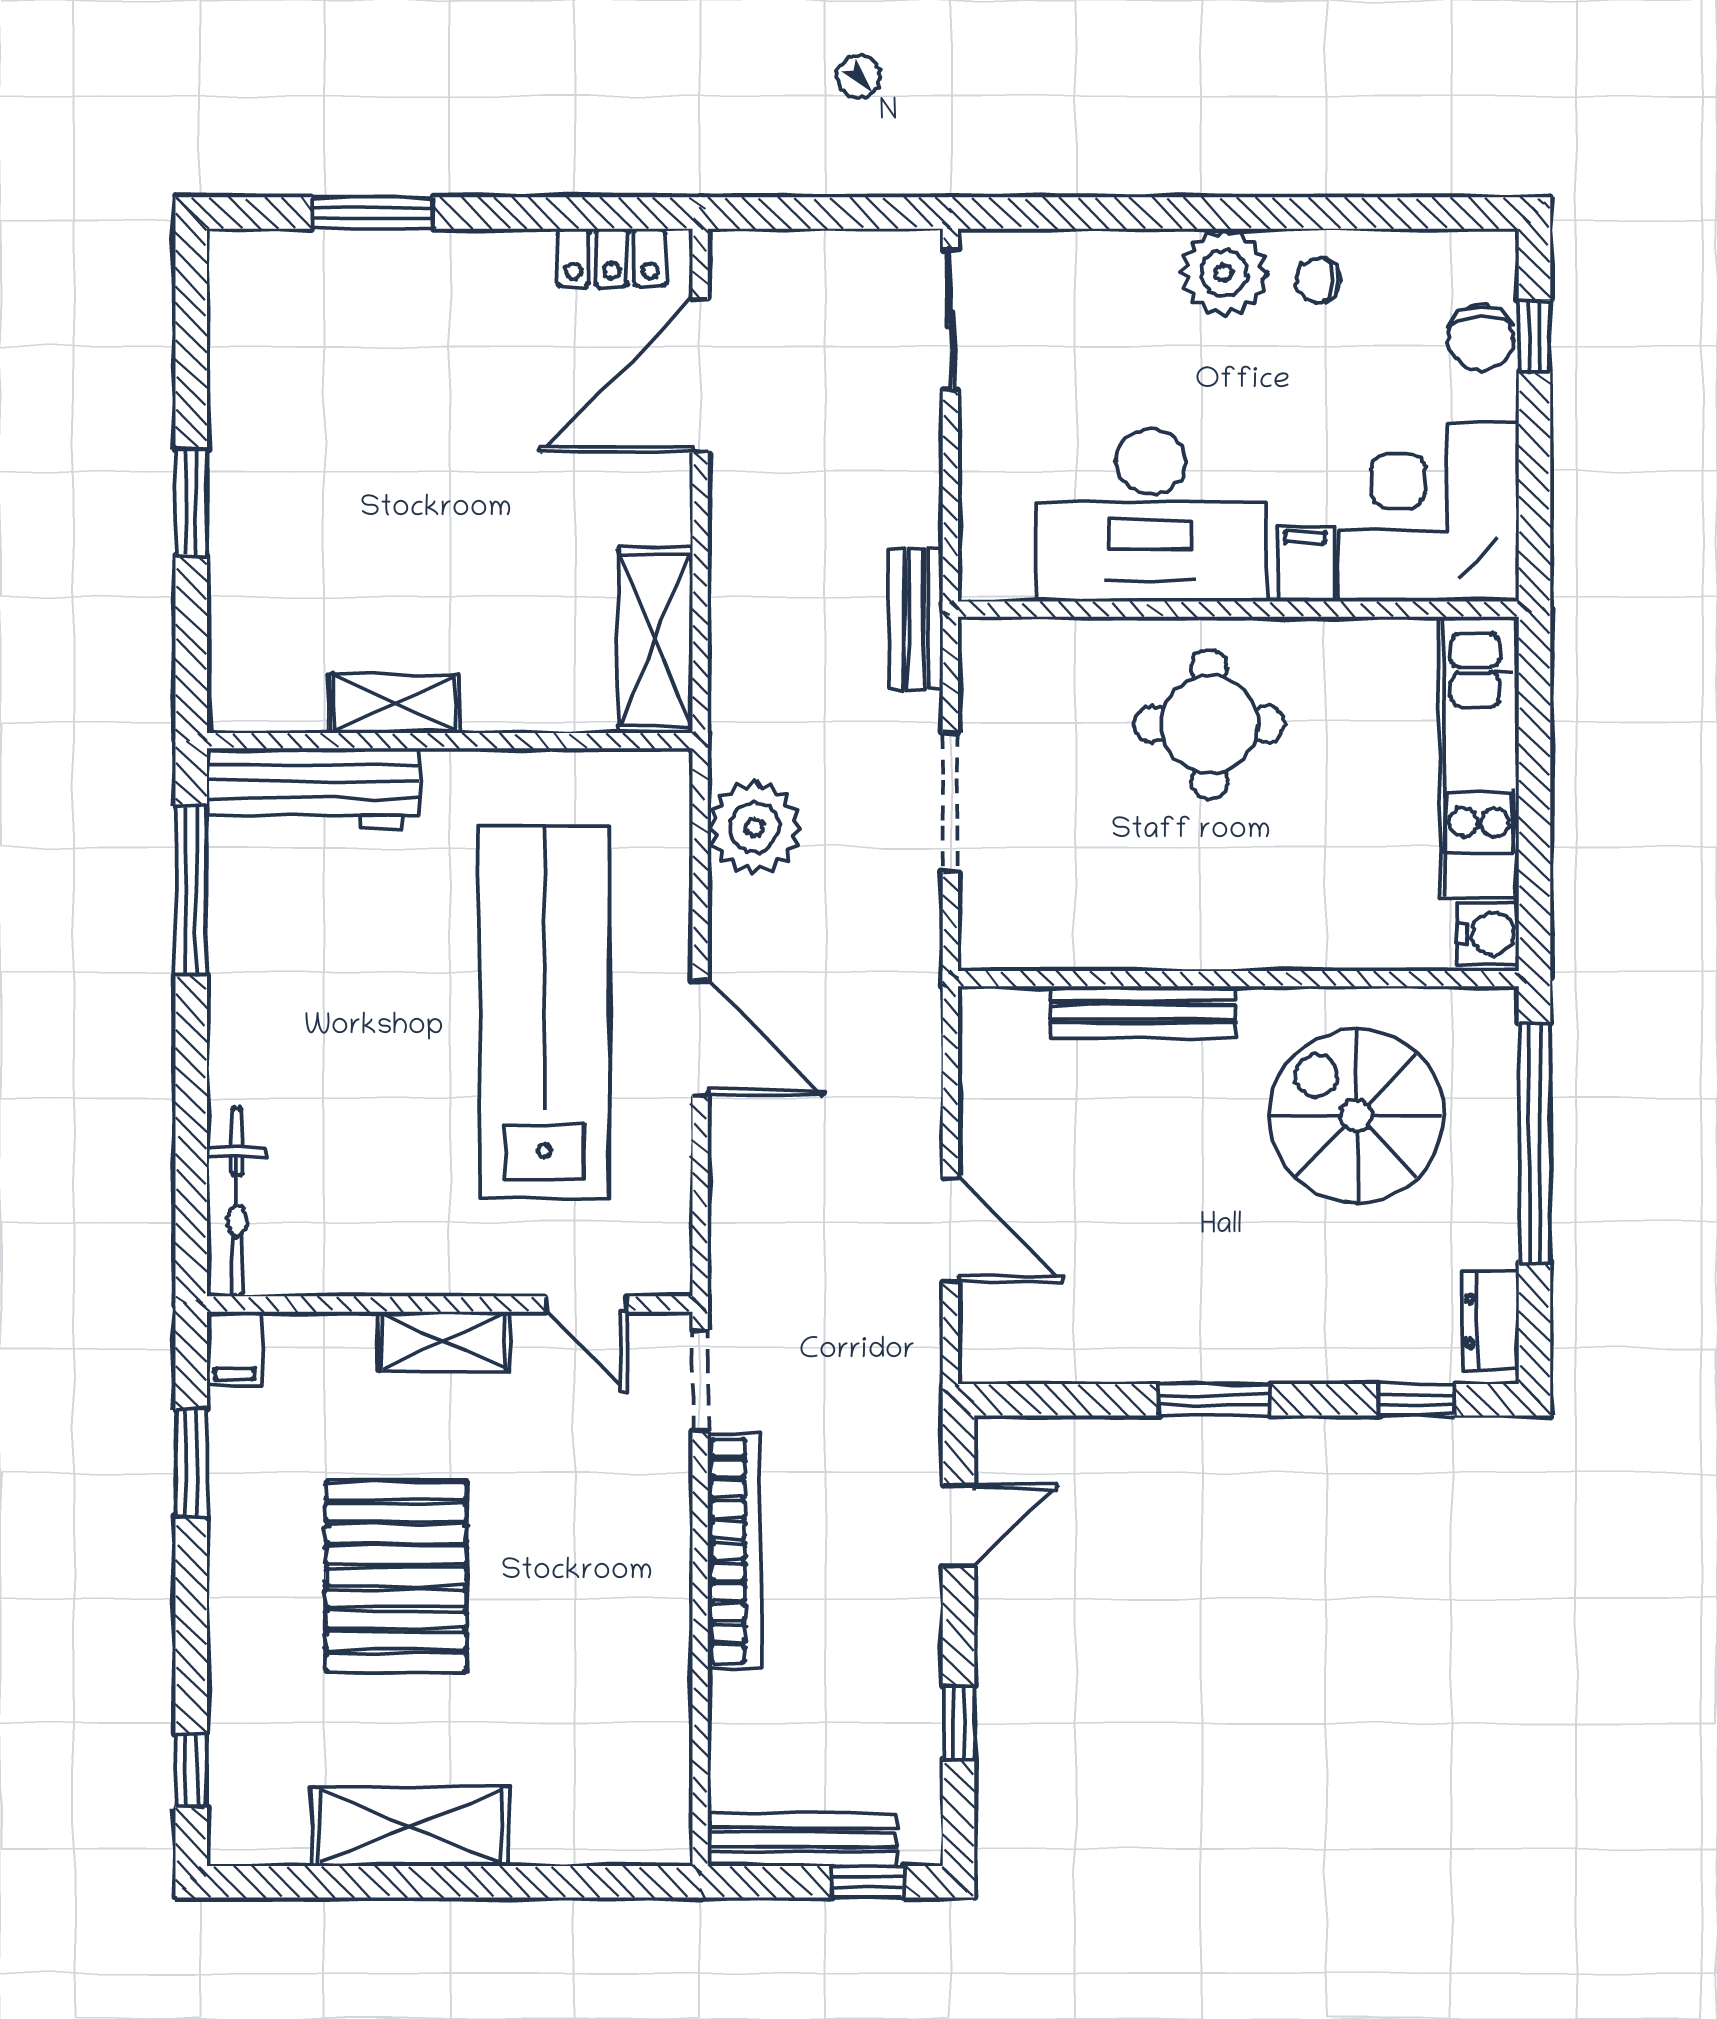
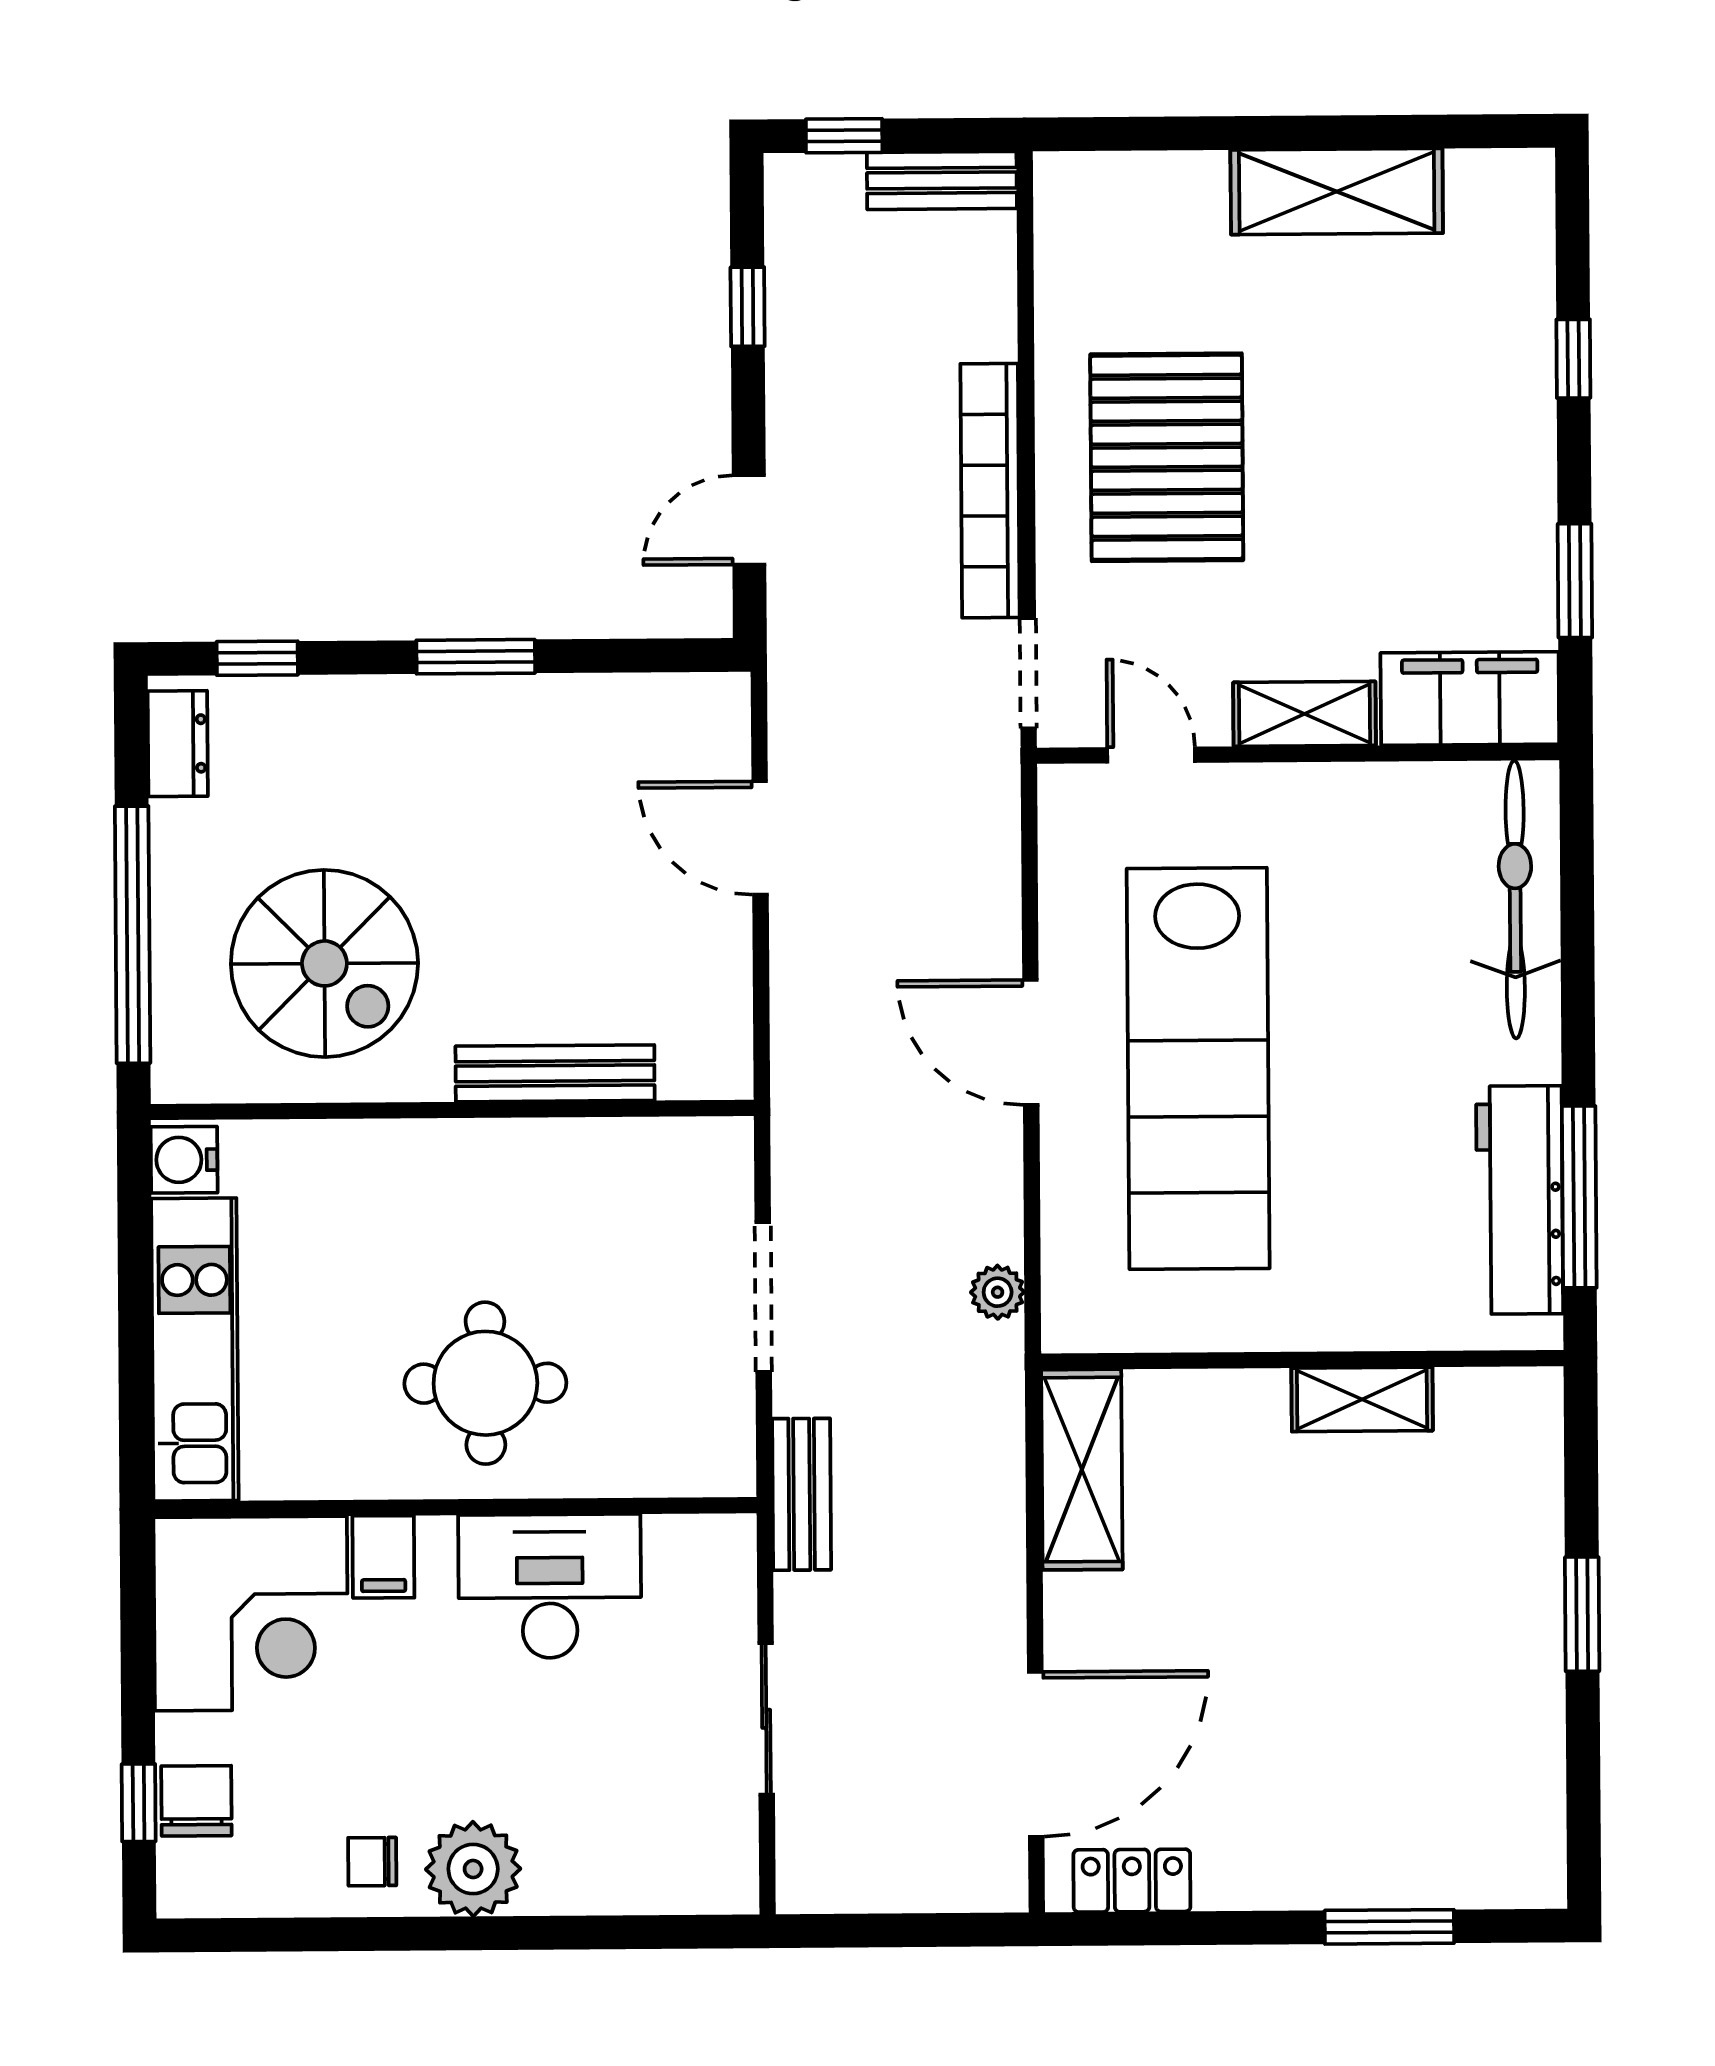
chair: (1318, 280) -> (372, 1862), turned 180
sliding door: (950, 319) -> (766, 1719), moved
desk: (1151, 515) -> (550, 1586), width x0.73, depth x0.77
workbench: (313, 788) -> (1520, 1200), moved, turned -90
plant: (754, 827) -> (998, 1292), width x0.53, depth x0.53
bicycle: (237, 1202) -> (1515, 900), width x1.37, depth x1.40
filing cabinet: (234, 1348) -> (1470, 699), width x3.00, depth x1.17
pallet: (396, 1577) -> (1167, 457), moved
window: (191, 1770) -> (1573, 359), moved
bench: (802, 1840) -> (942, 180), width x0.73

